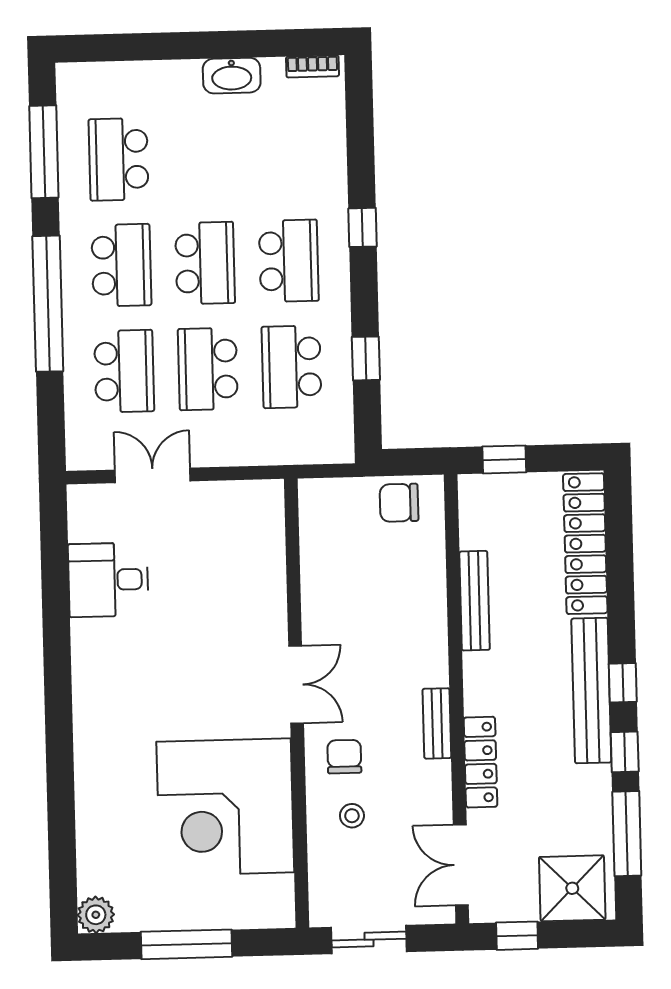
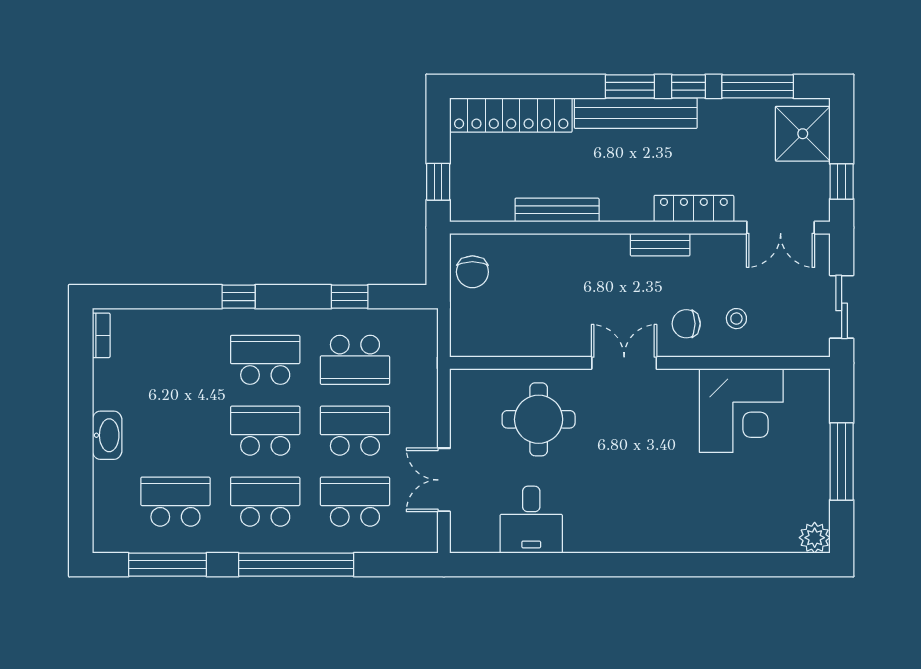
washbasin: (232, 76) -> (107, 435), moved
school desk: (119, 159) -> (175, 502), turned 180
school desk: (208, 369) -> (355, 431), turned 180
round table: (227, 585) -> (539, 419), added
window: (623, 683) -> (630, 86), width x1.50
corner desk: (225, 807) -> (741, 411), width x0.74, depth x0.74

